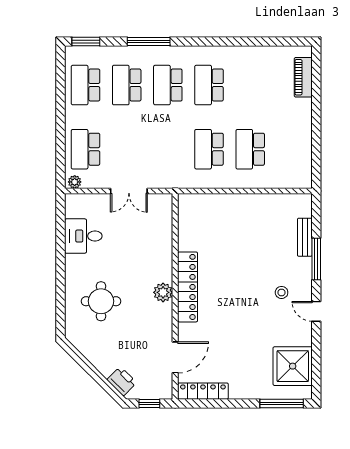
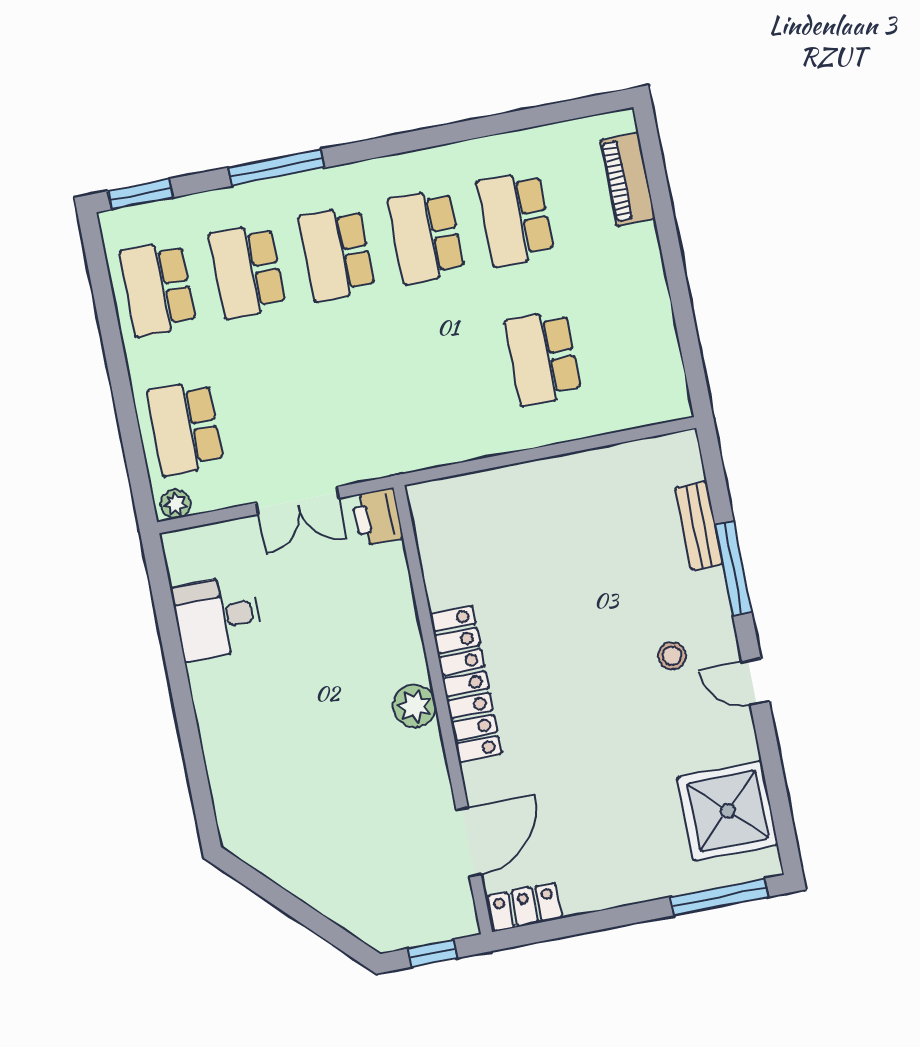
school desk: (209, 149) -> (516, 219), moved
round table: (101, 301) -> (284, 752), removed
printer: (122, 381) -> (377, 517), moved, turned -135
locker: (203, 391) -> (525, 907), width x0.66

